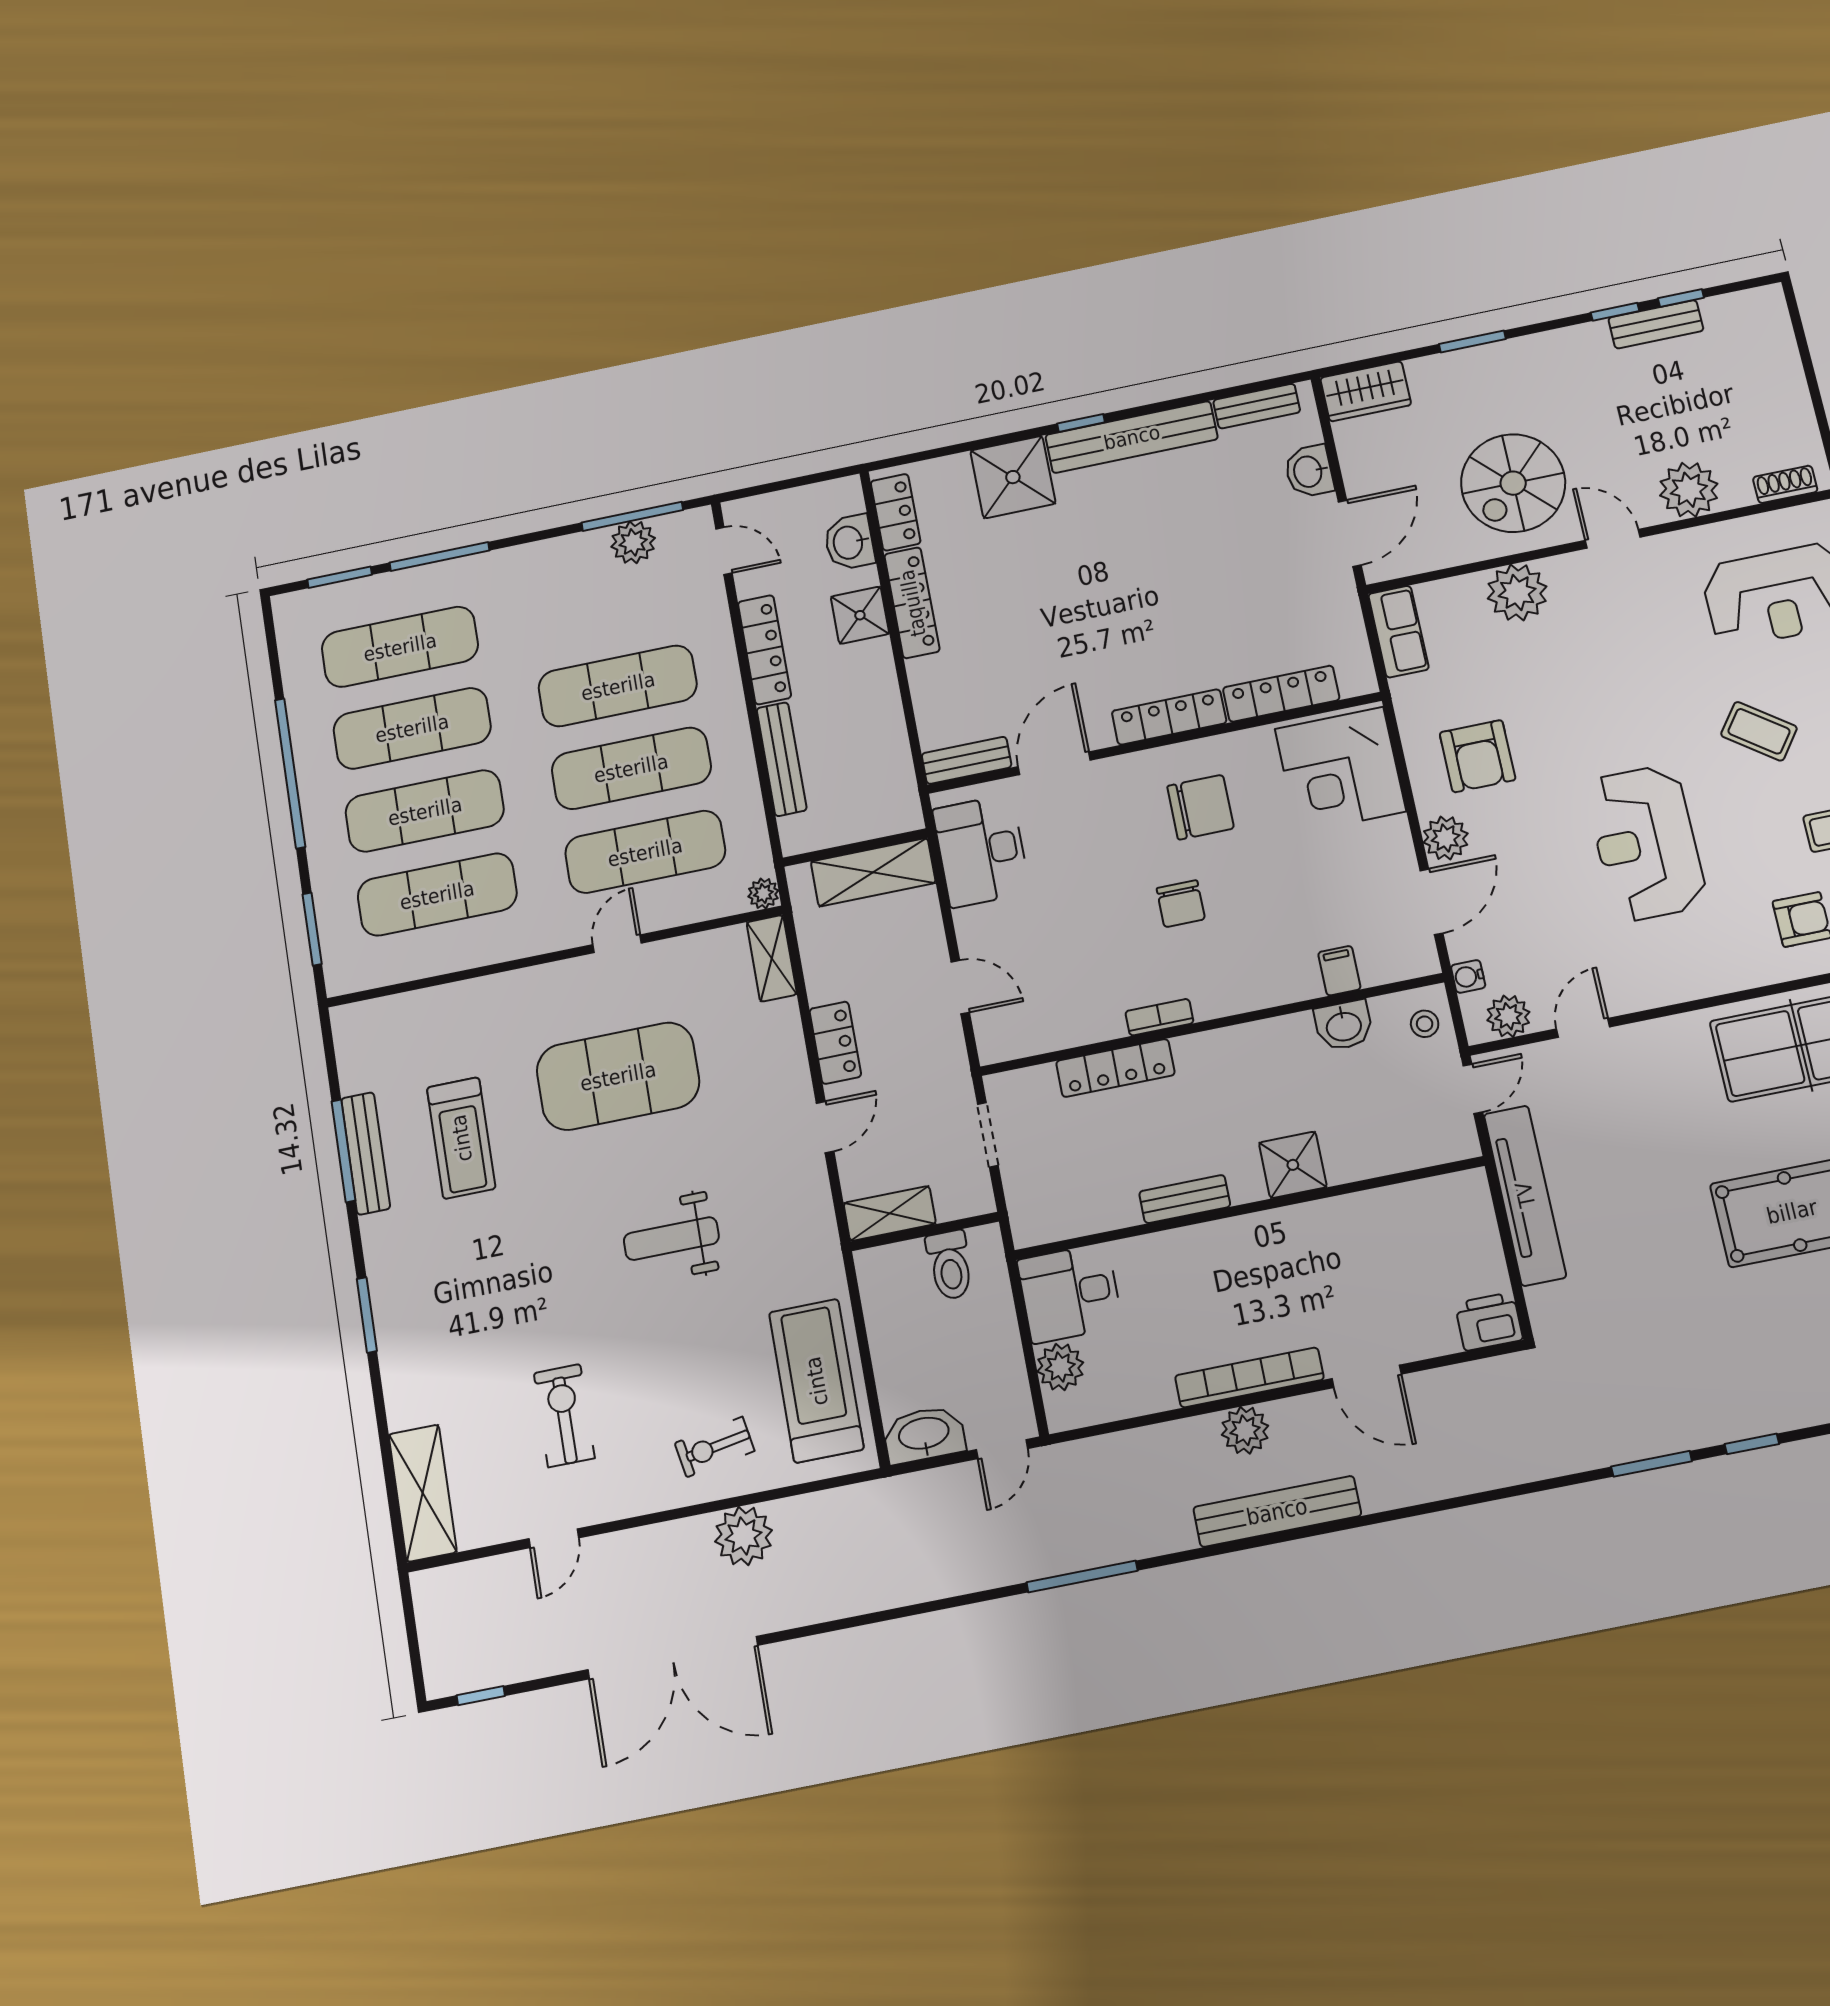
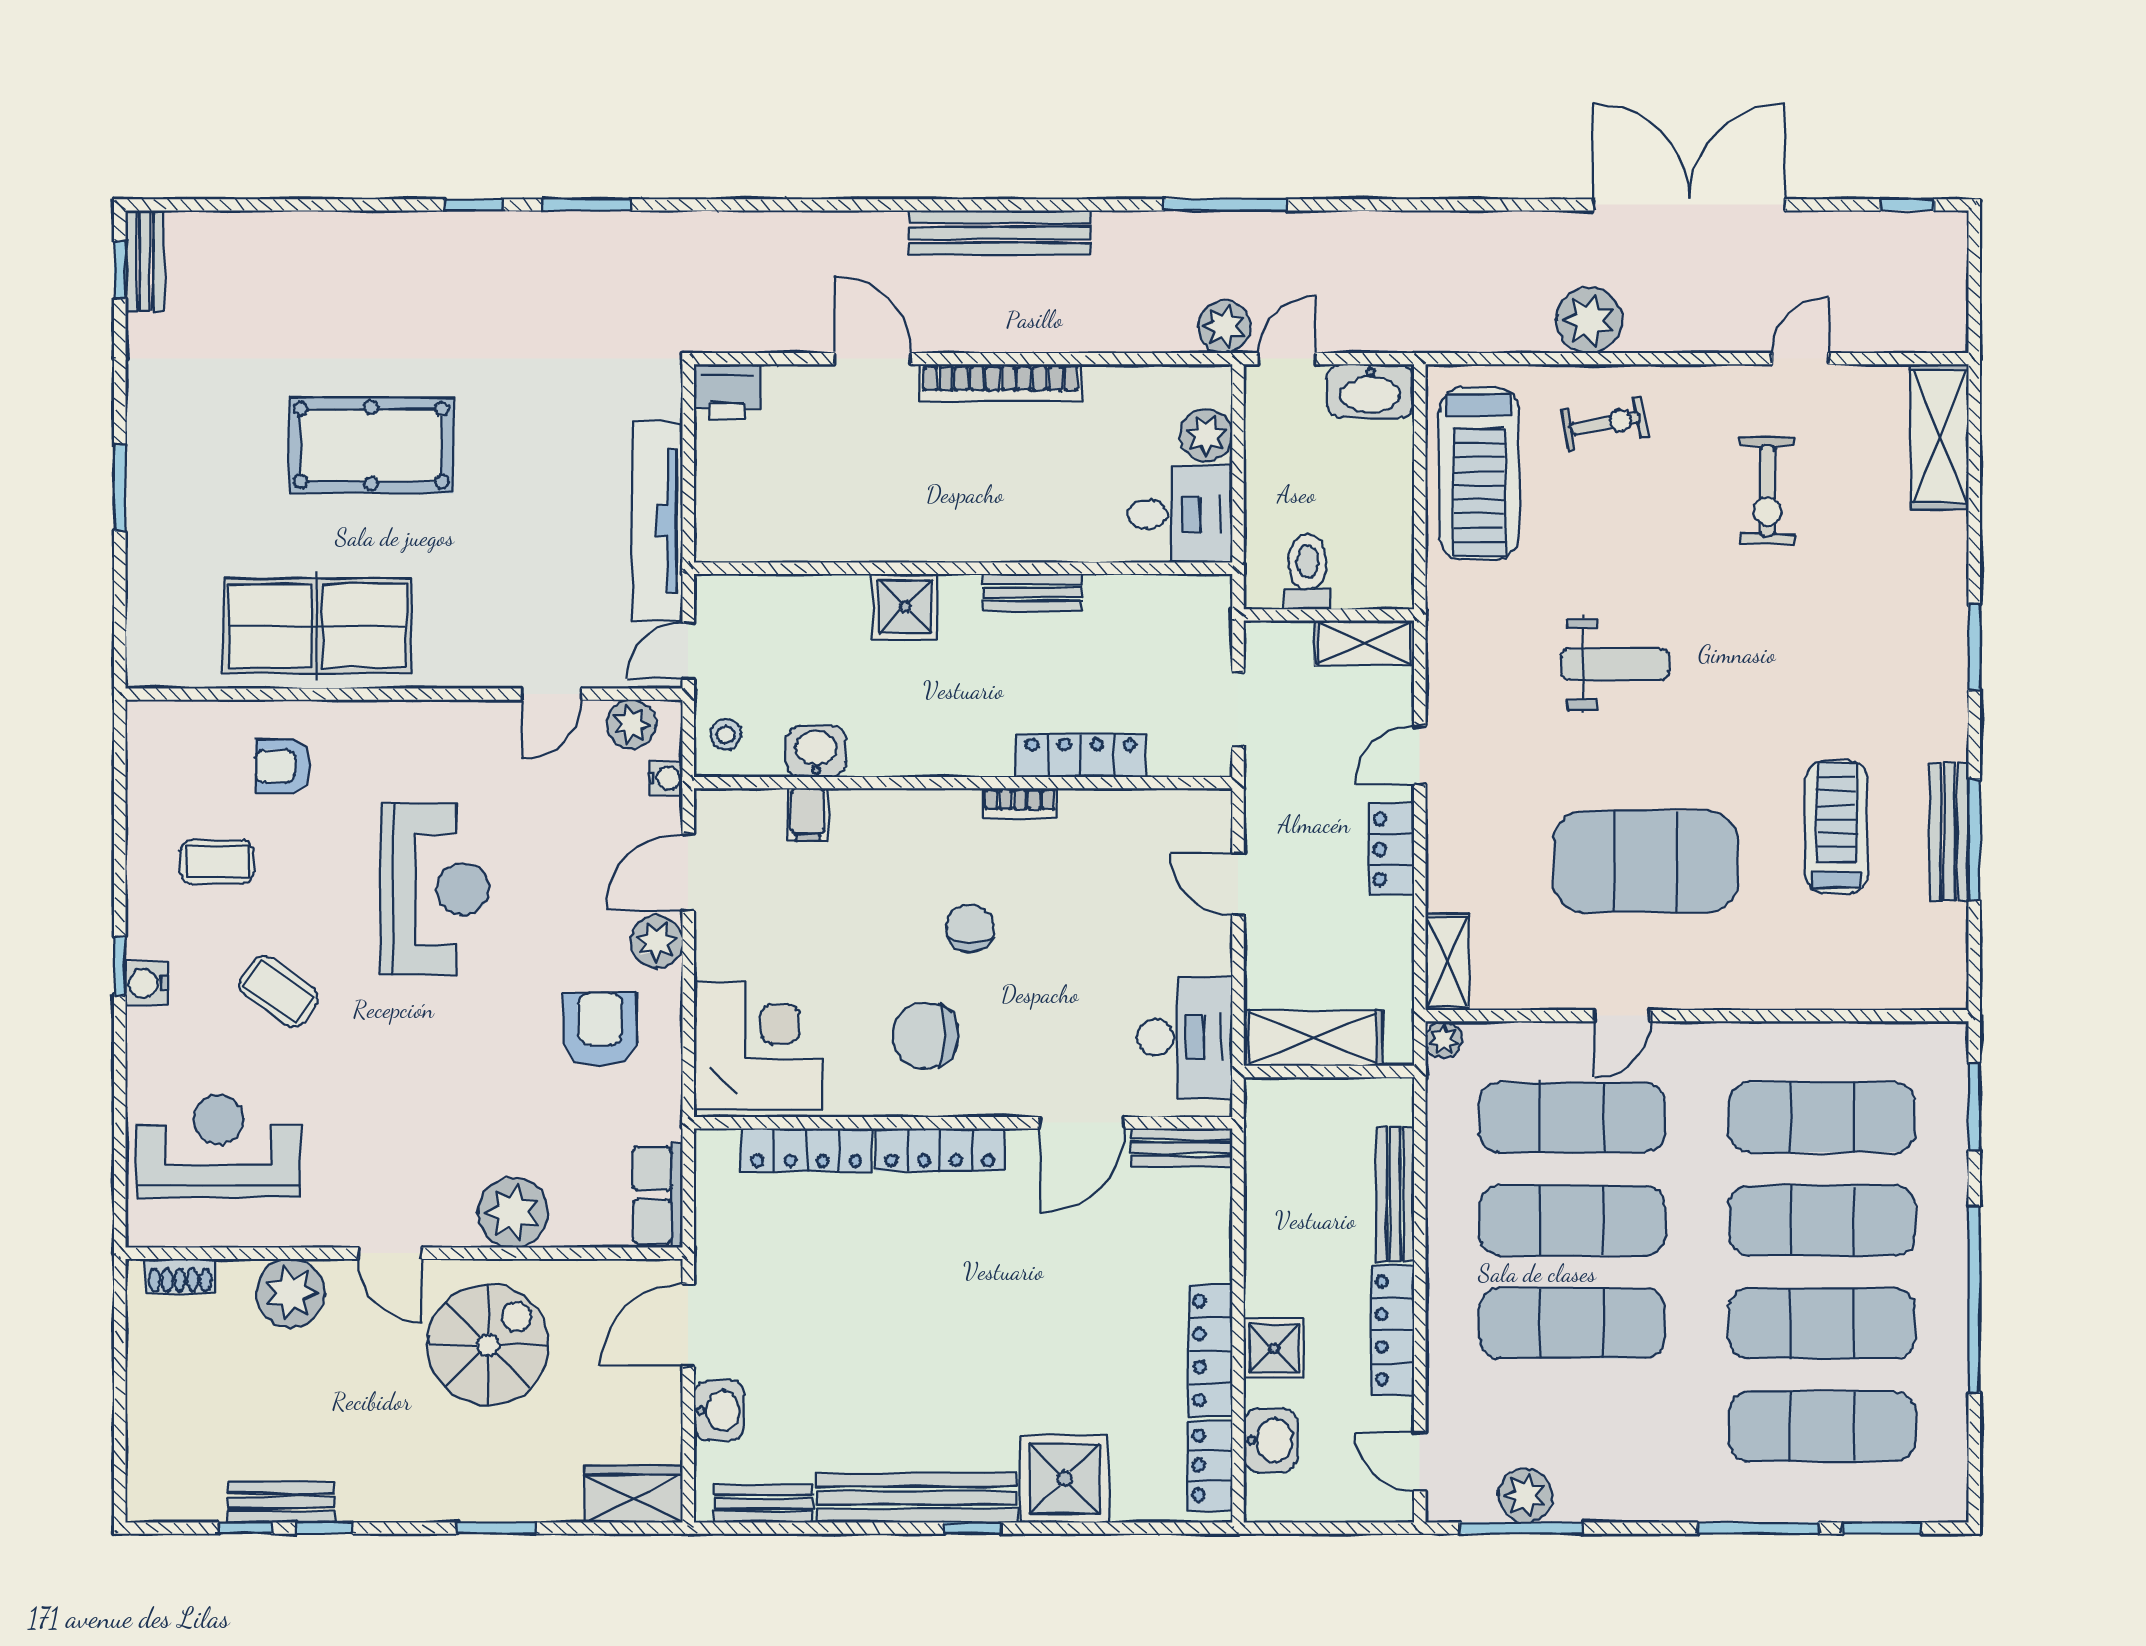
plant: (1245, 1430) -> (1224, 327), moved

